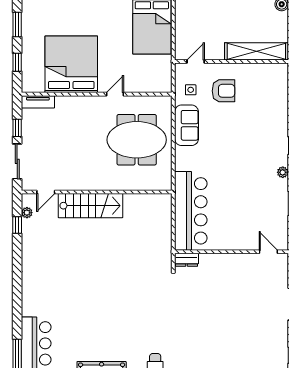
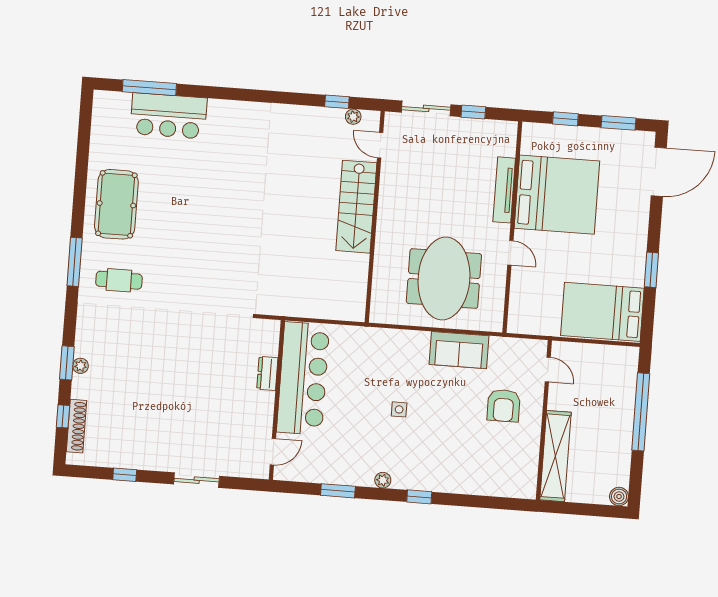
side table: (191, 90) -> (399, 409), moved
tv unit: (38, 102) -> (504, 190), moved, width x1.41
bar counter: (191, 211) -> (303, 378), moved, turned -90
dresser: (187, 260) -> (267, 373), moved

